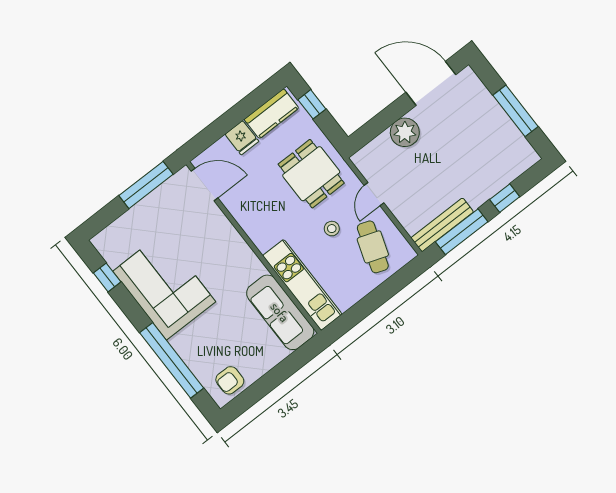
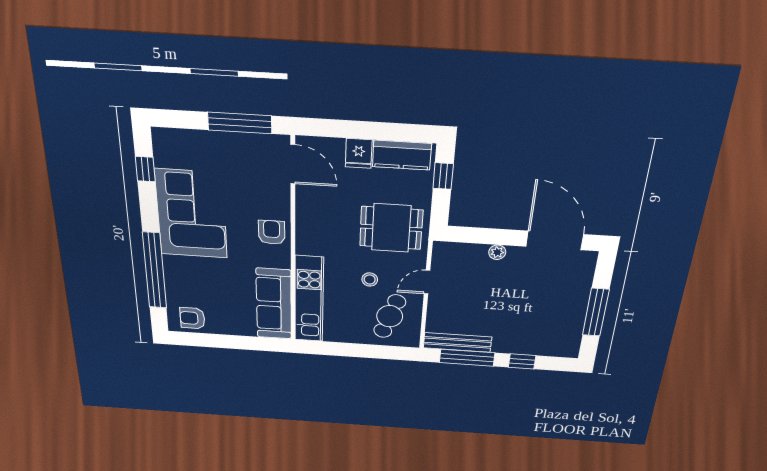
plant: (405, 132) -> (497, 252), width x0.53, depth x0.53
dining table: (311, 174) -> (391, 228), turned 90
armchair: (231, 251) -> (272, 232), added

